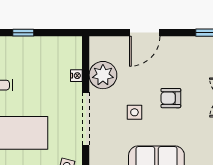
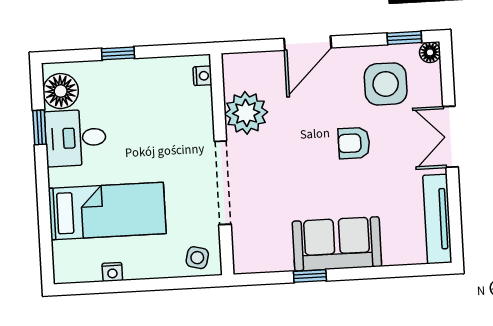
nightstand: (76, 76) -> (202, 76), moved
side table: (134, 112) -> (386, 84), moved, width x1.87, depth x1.87

